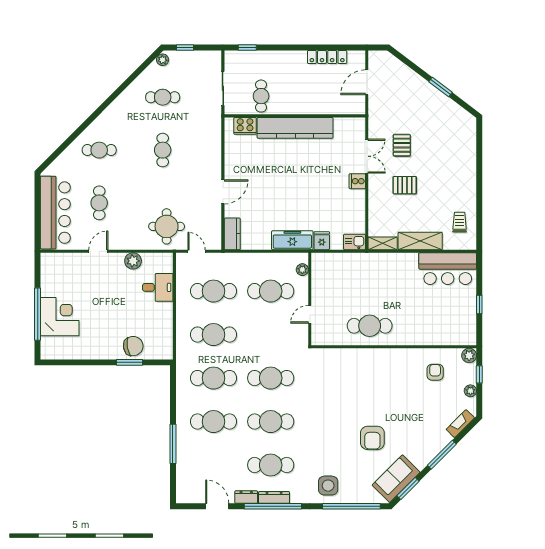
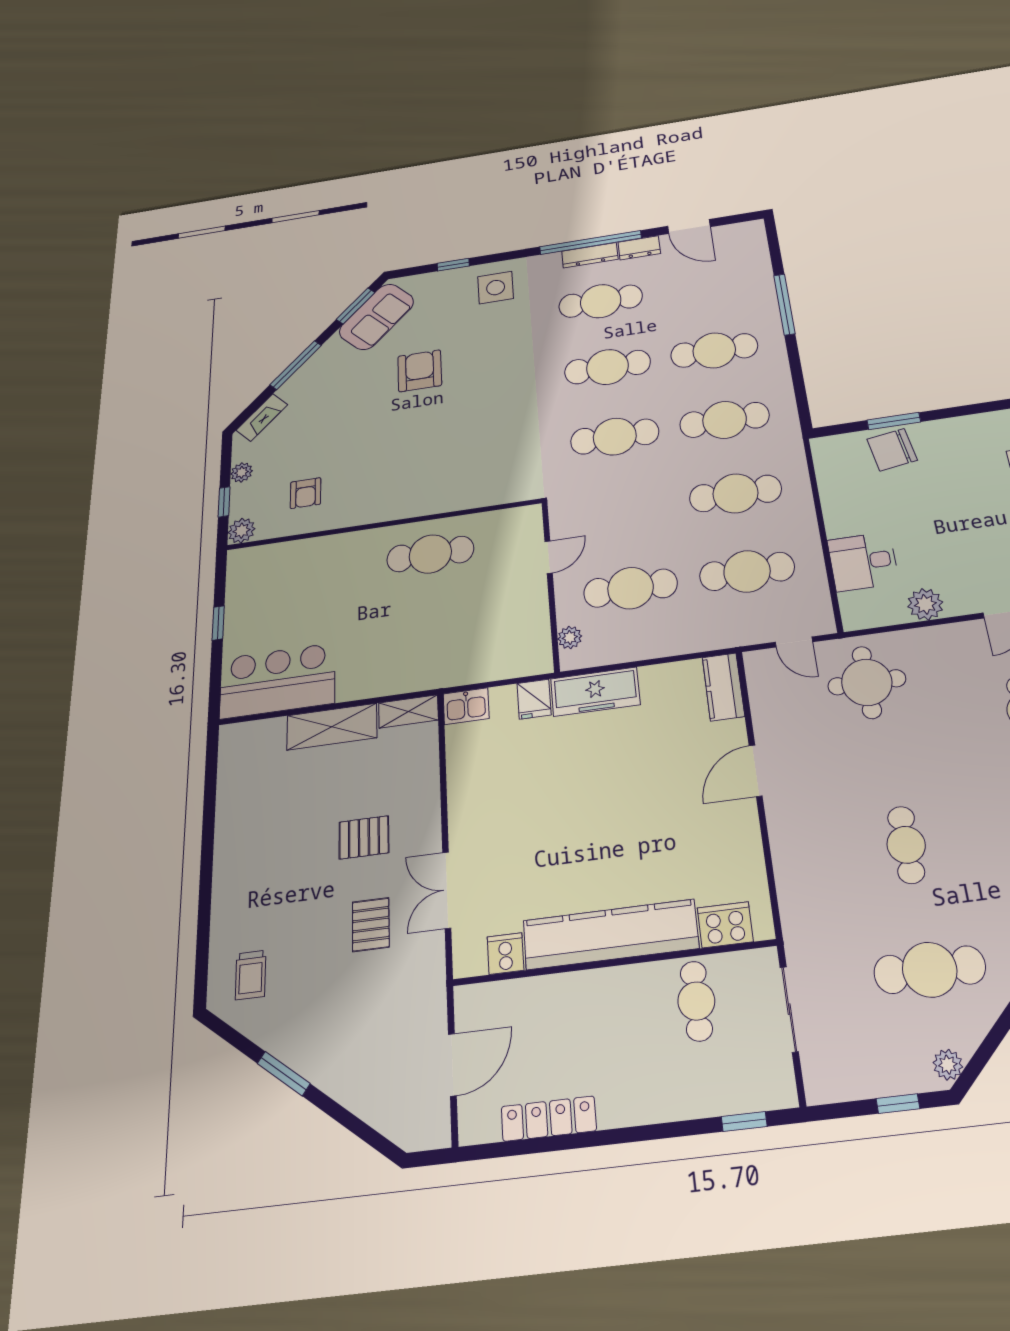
cafe table: (163, 97) -> (930, 970), width x1.37, depth x1.35
cooker: (357, 181) -> (505, 954), moved, turned -90
trolley: (460, 222) -> (251, 975), moved
window: (351, 506) -> (453, 265), width x0.32

